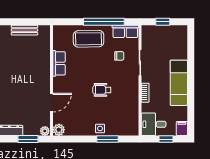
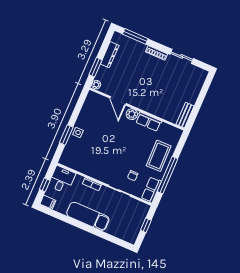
bench: (24, 30) -> (185, 115), moved
wheelchair: (102, 90) -> (110, 148), removed
plant: (59, 130) -> (132, 114), moved

